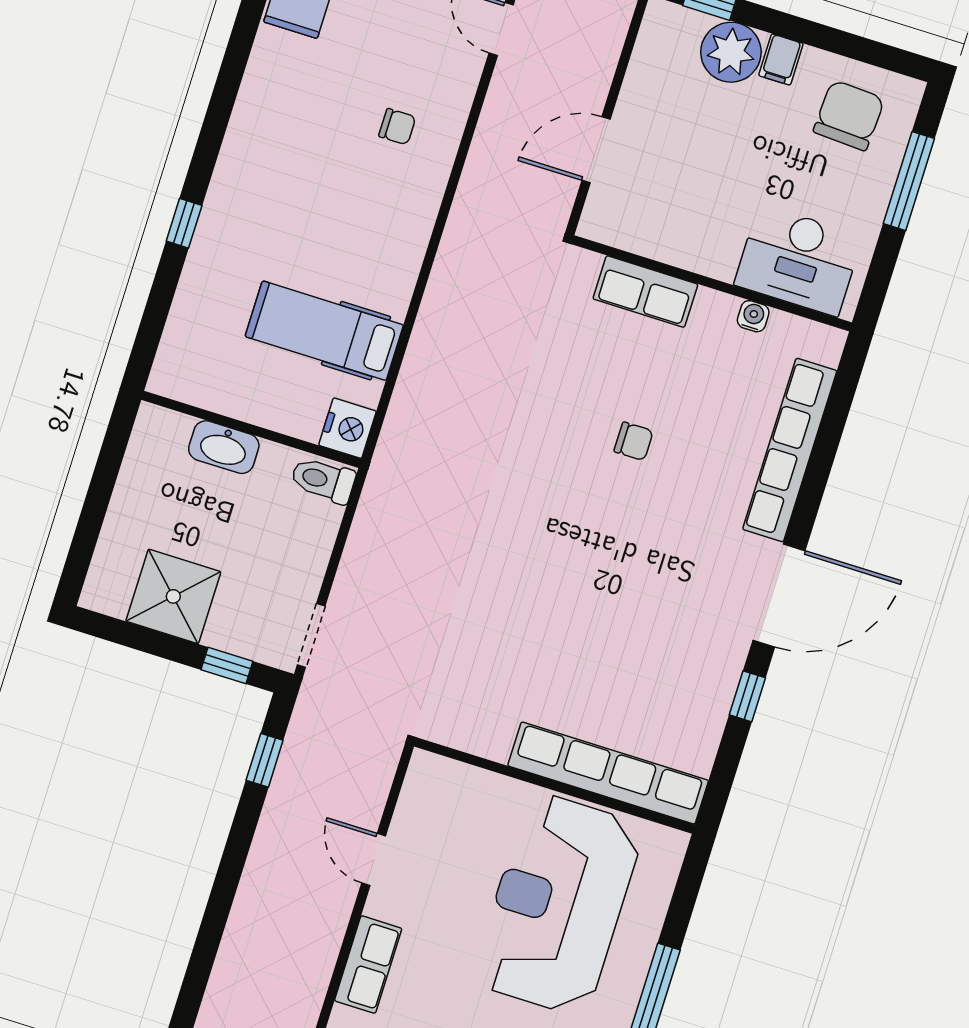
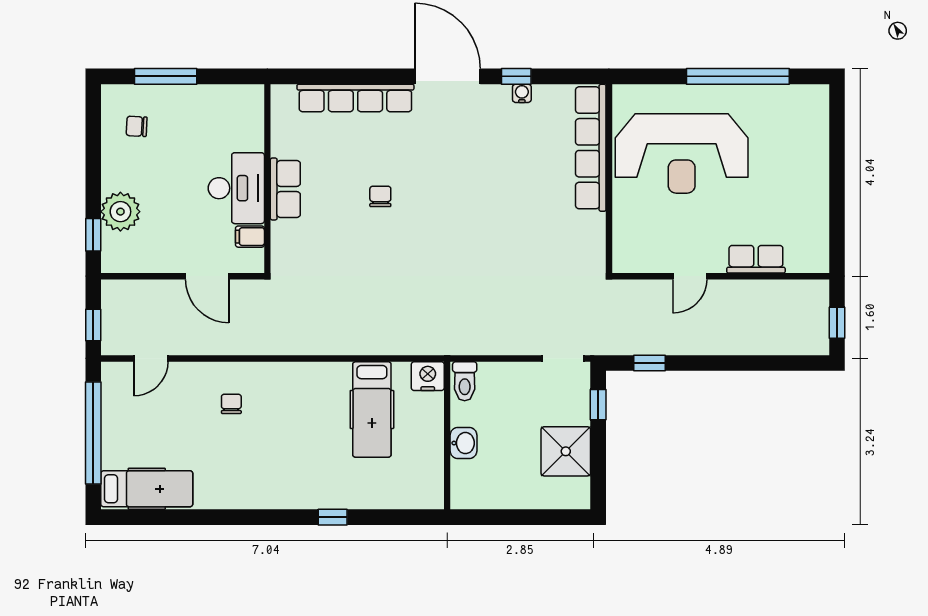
filing cabinet: (781, 59) -> (250, 237), moved, turned 180
chair: (849, 115) -> (137, 126), width x0.54, depth x0.54
desk: (798, 260) -> (236, 188), moved
row of seats: (645, 292) -> (285, 189), moved
water cooler: (753, 316) -> (522, 93), moved, turned 90
washbasin: (224, 447) -> (464, 443), width x0.72

